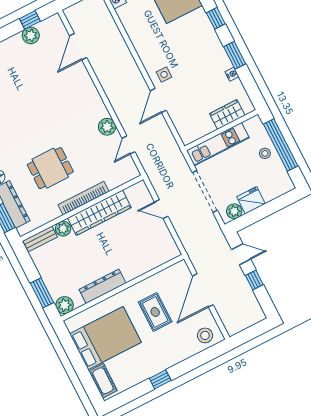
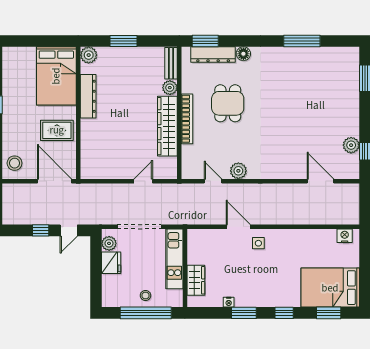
dresser: (103, 286) -> (88, 96), moved
wall: (122, 288) -> (78, 113), moved
plant: (65, 305) -> (89, 55), moved
cot: (103, 381) -> (20, 55), removed

